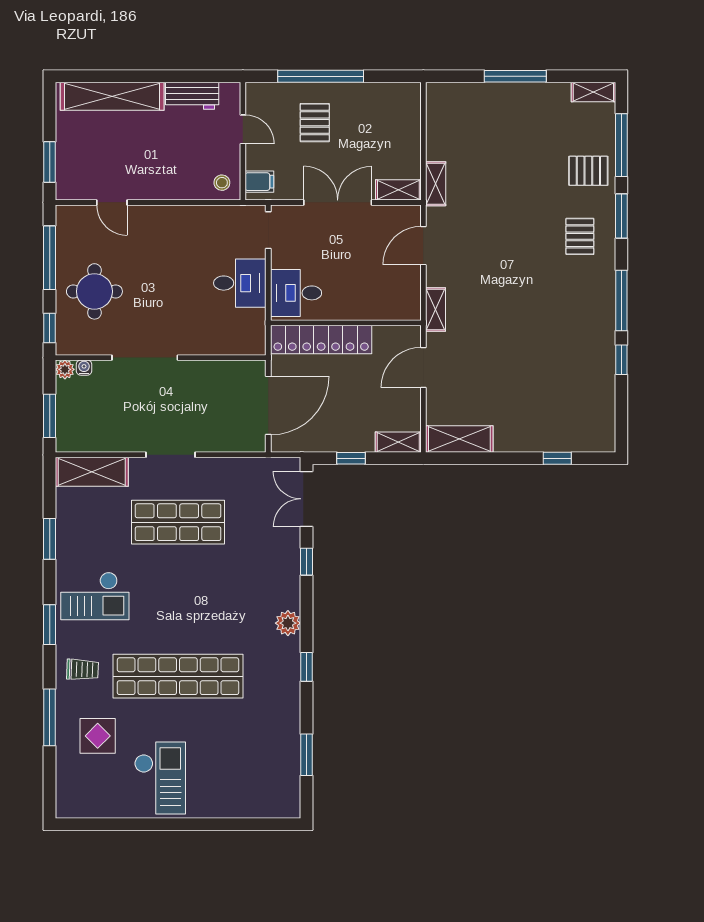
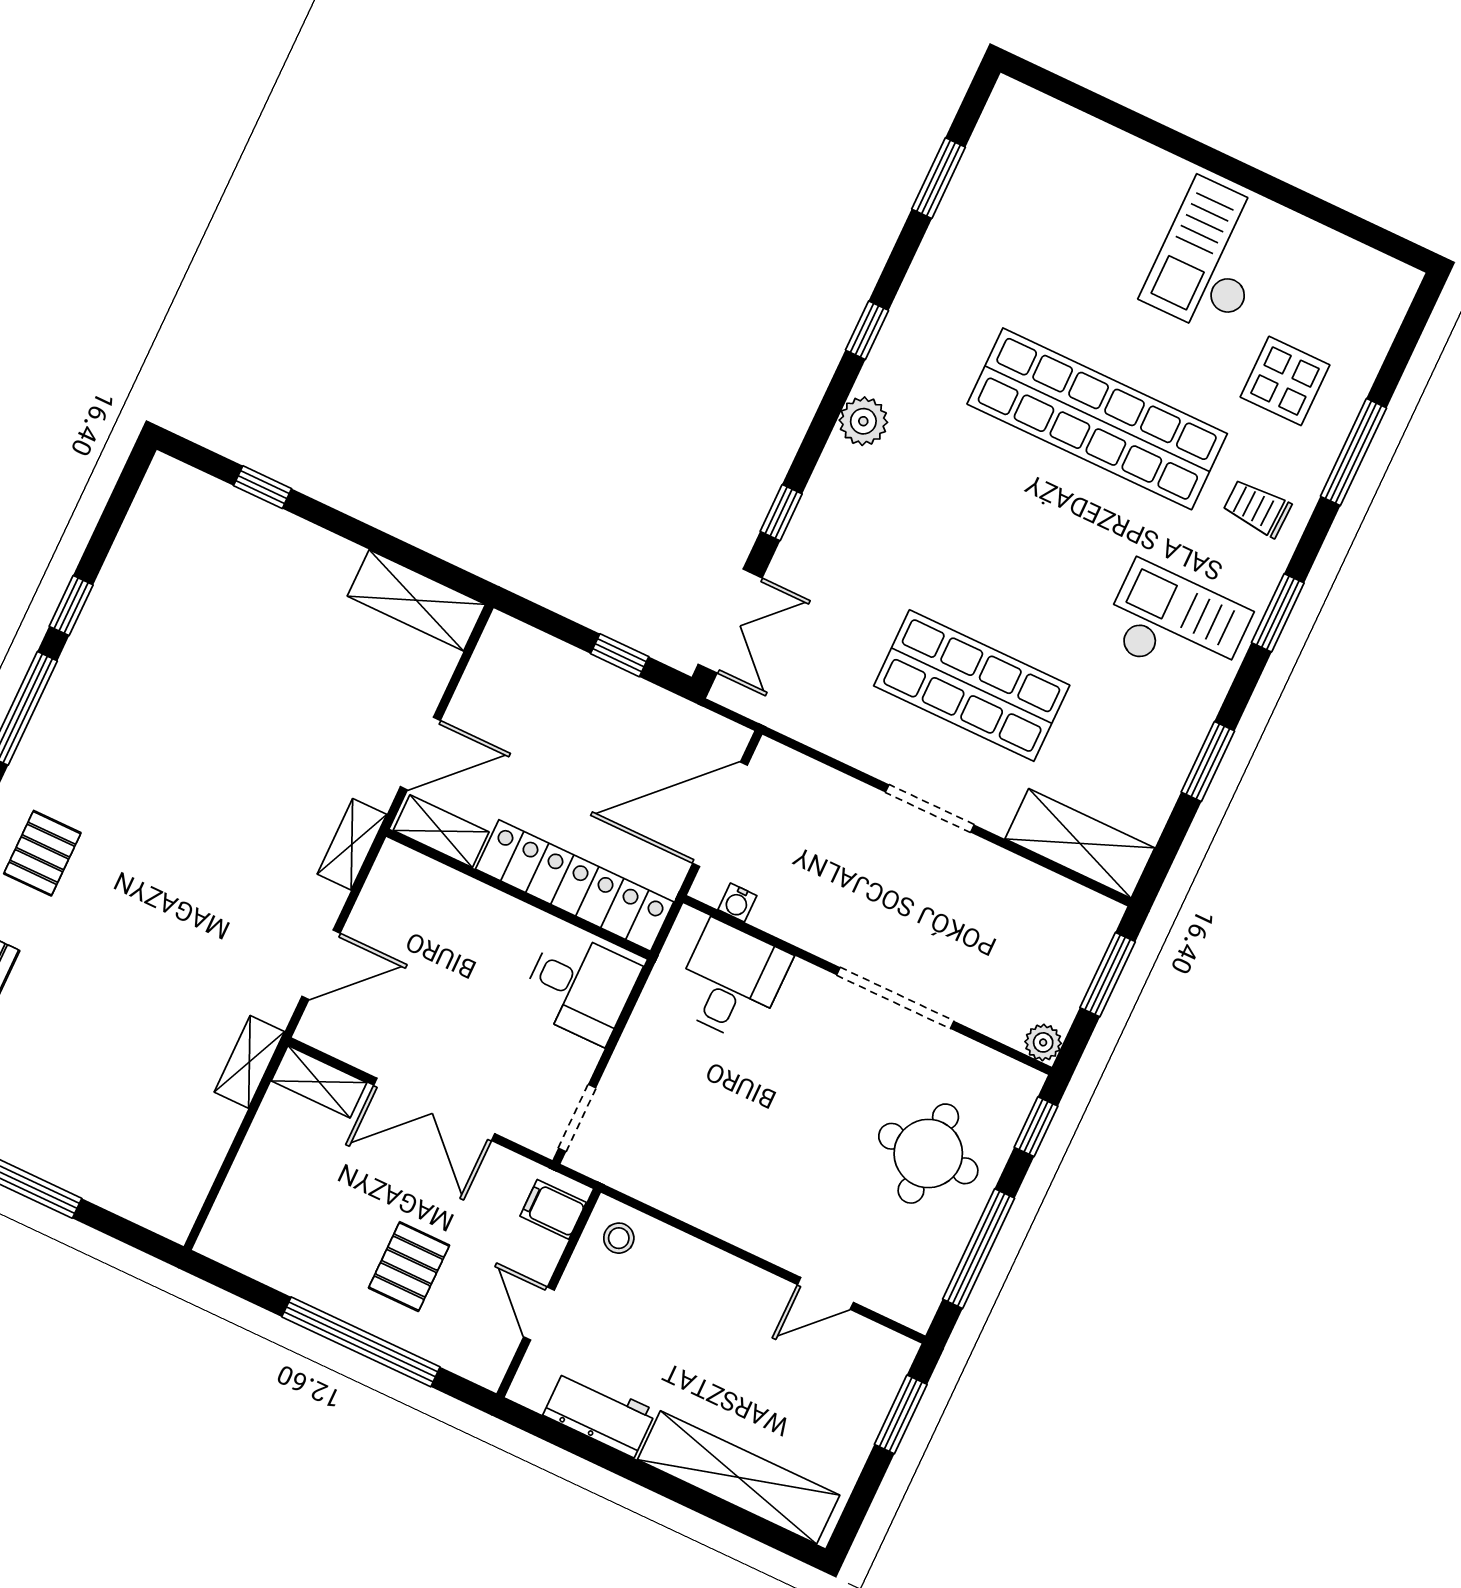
door: (112, 202) -> (825, 1293), swing flipped
desk: (240, 283) -> (731, 981), moved, turned 90
water cooler: (84, 368) -> (737, 903), moved
shelving: (398, 442) -> (441, 831), moved

